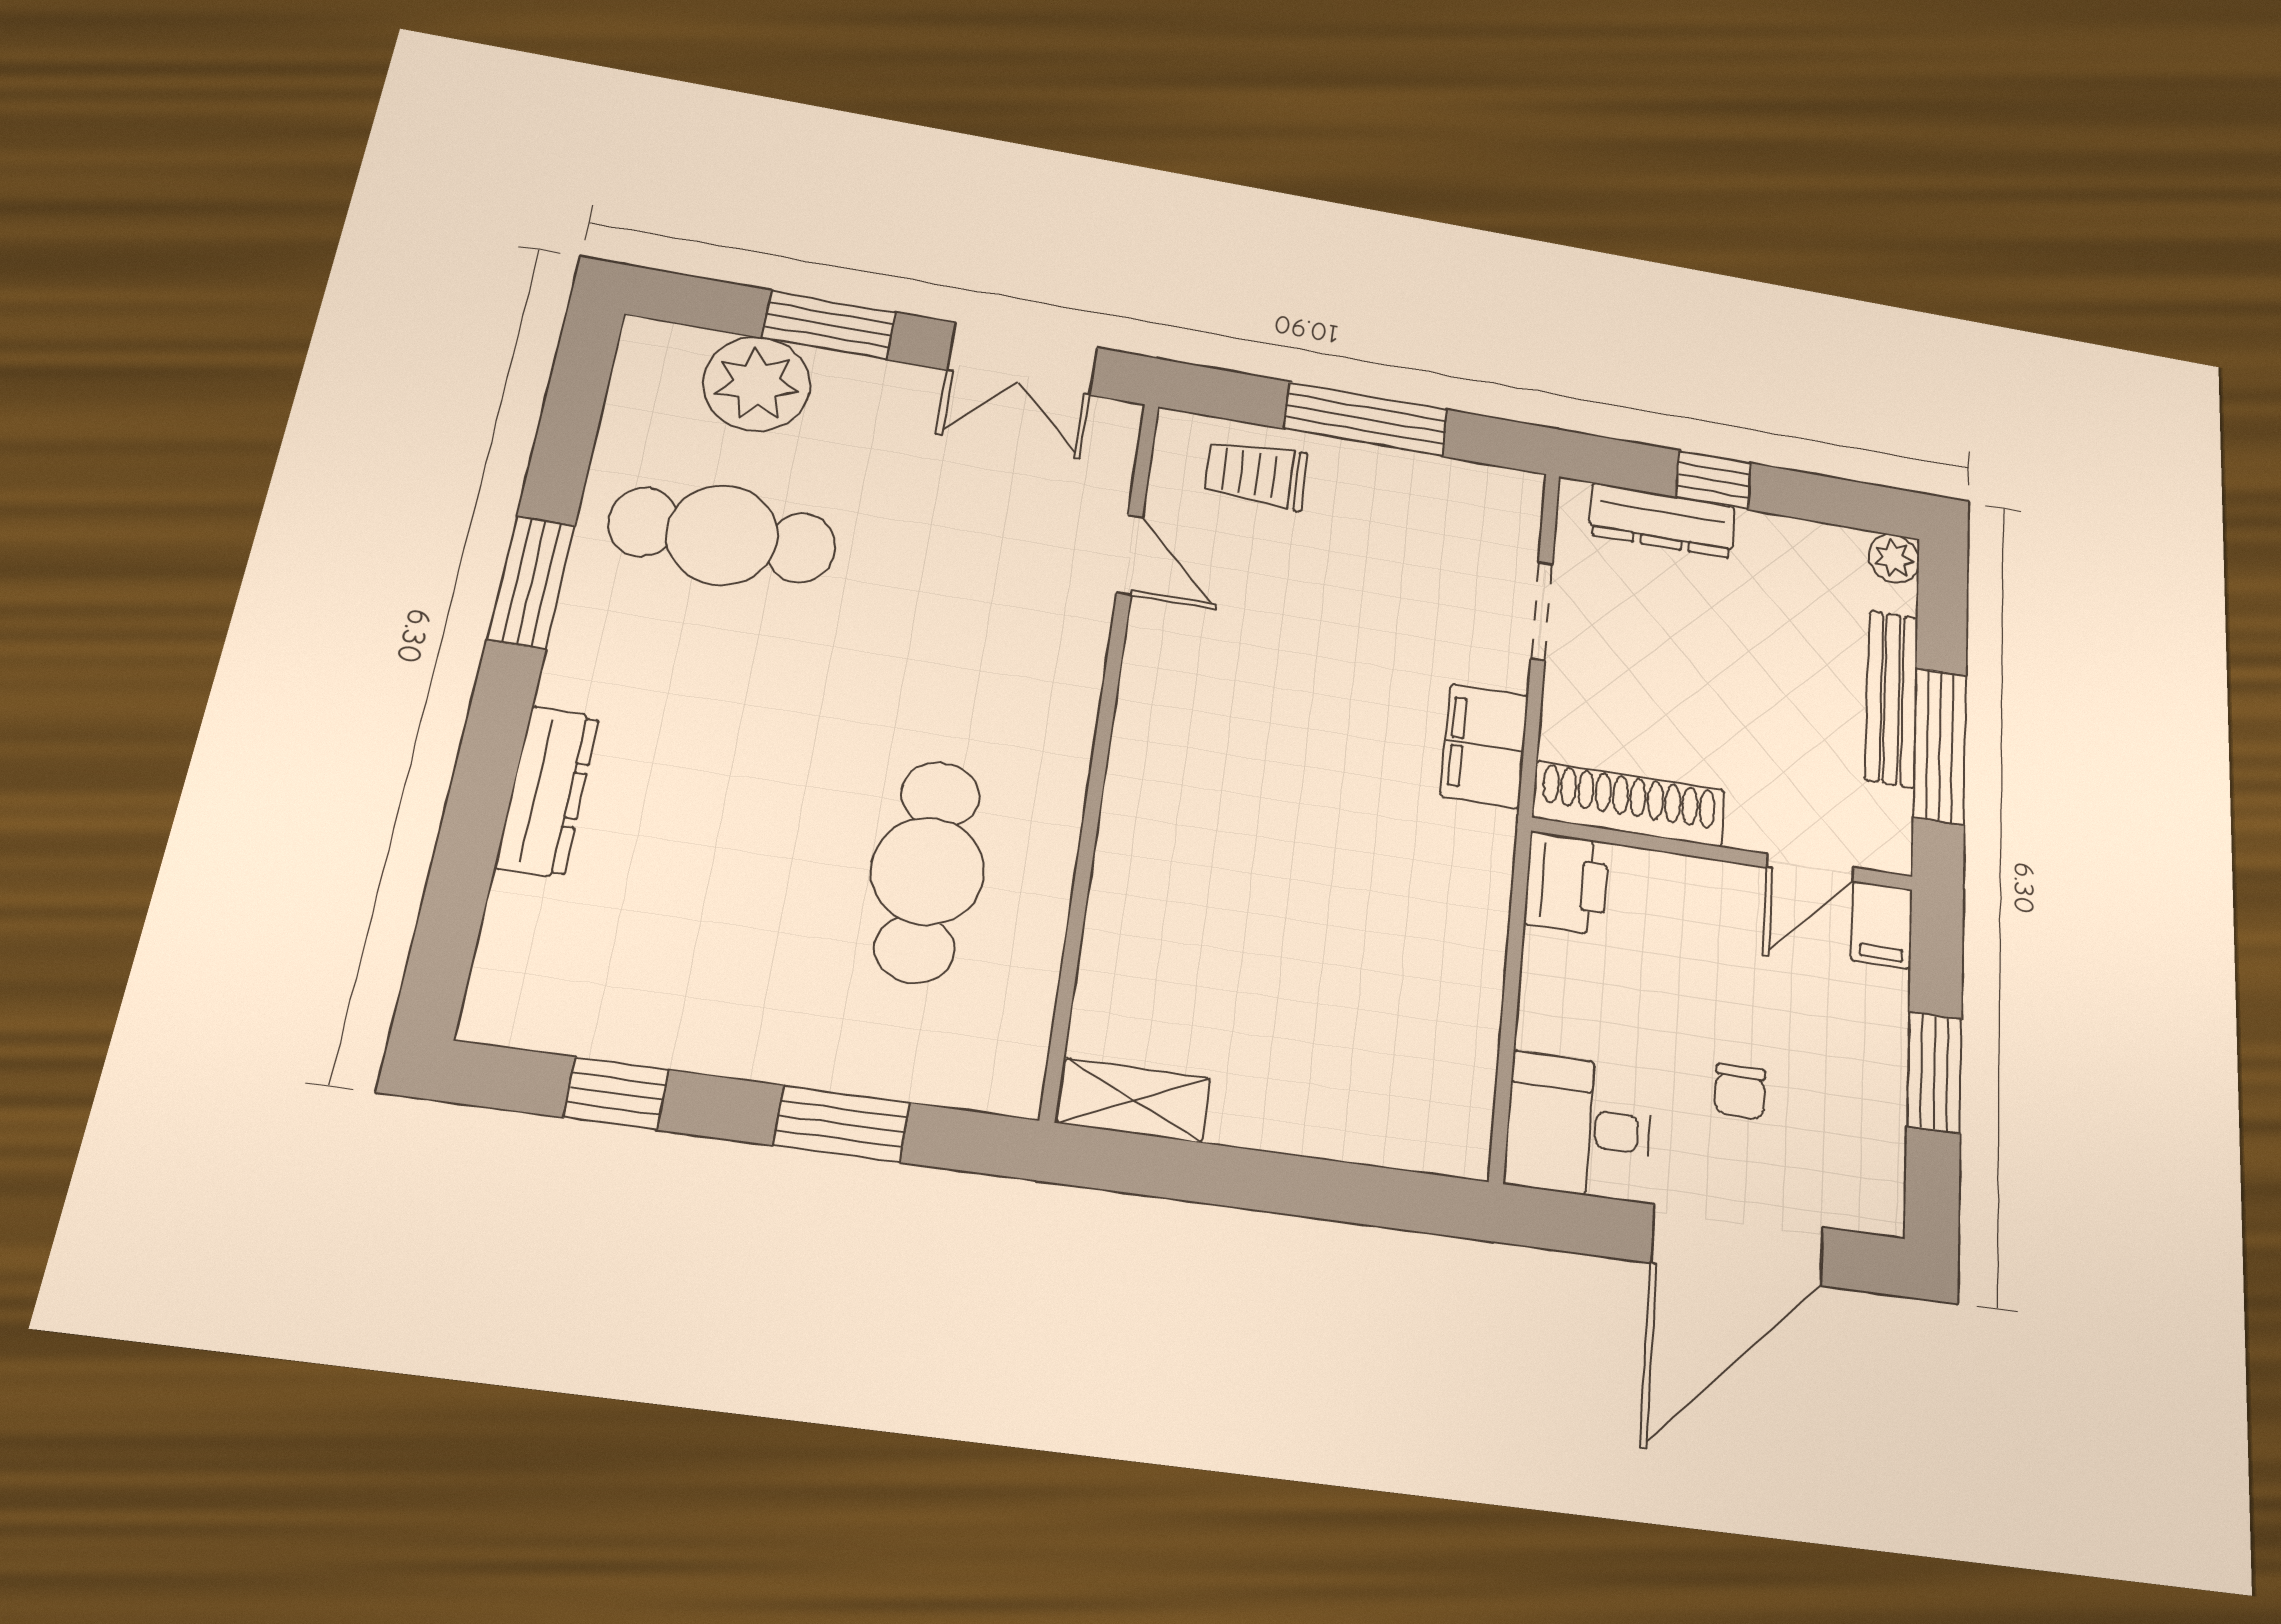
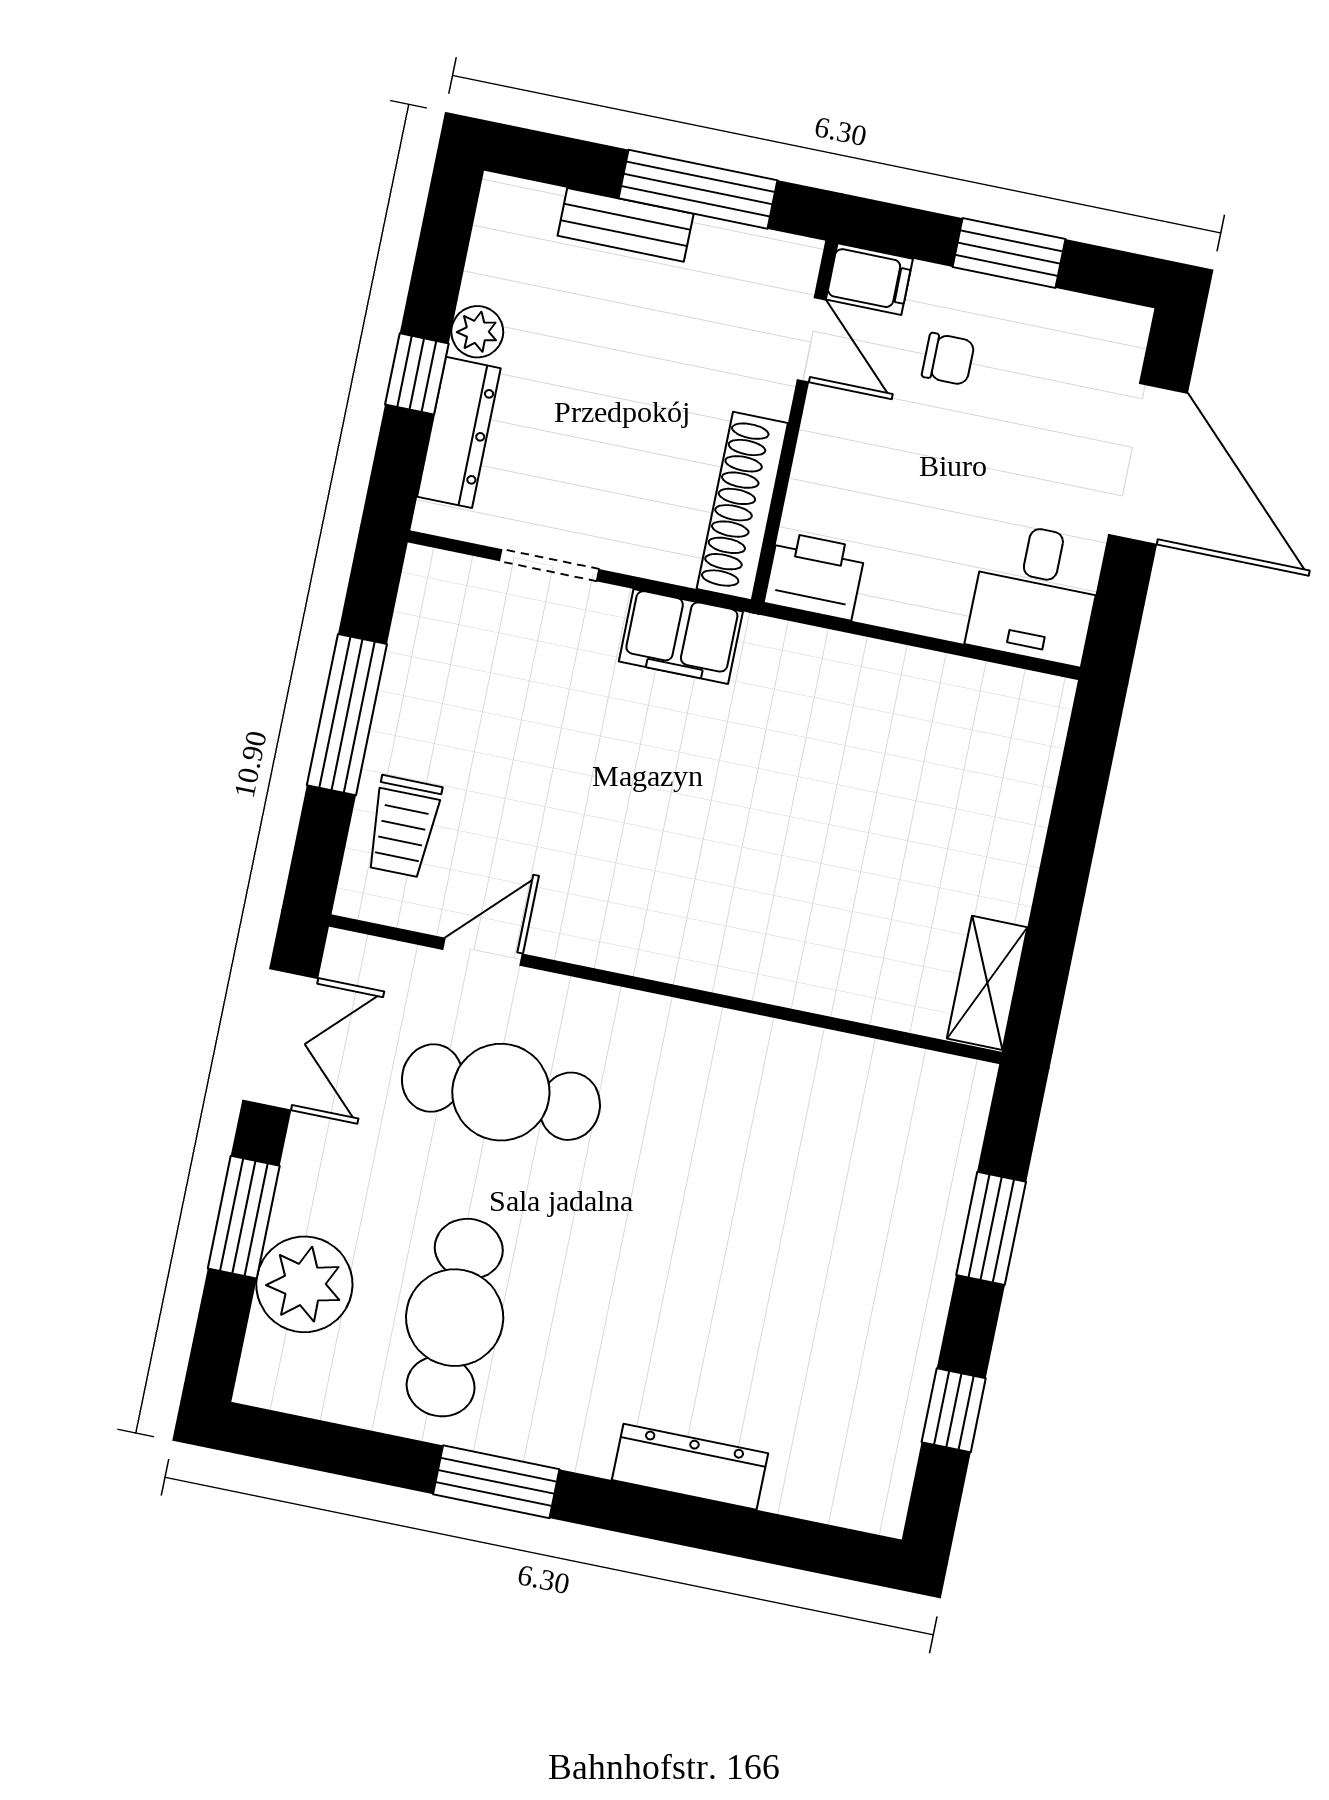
plant: (1894, 559) -> (477, 332), moved
bench: (1892, 698) -> (626, 225), width x0.73
cafe table: (928, 871) -> (501, 1092), moved
chair: (1740, 1092) -> (948, 359), moved

